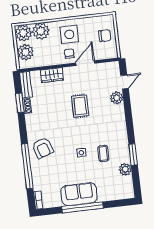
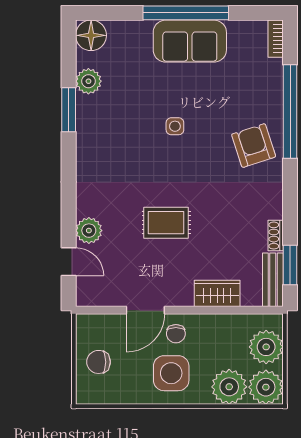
door: (125, 82) -> (69, 262), swing flipped
window: (20, 103) -> (290, 265), moved
rug: (80, 106) -> (166, 223), turned 90
coffee table: (103, 153) -> (130, 119), removed
floor lamp: (127, 191) -> (91, 35), added

